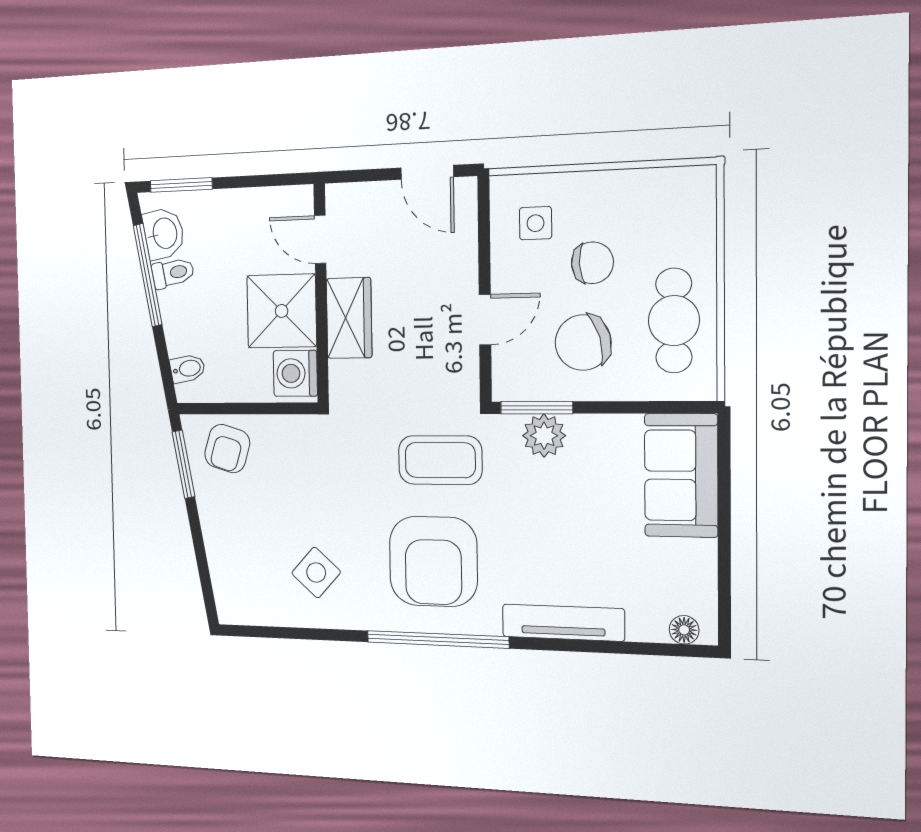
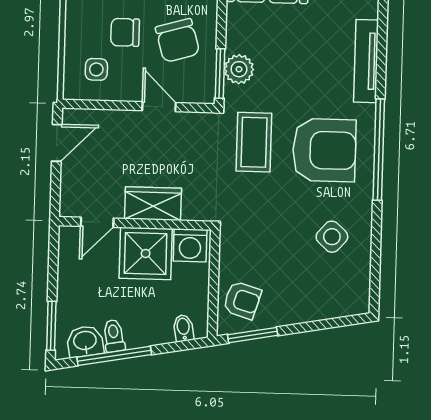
chair: (592, 263) -> (125, 32), turned -87

